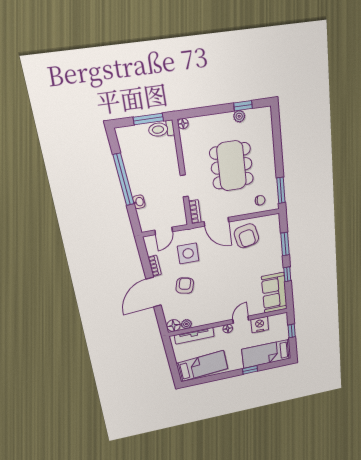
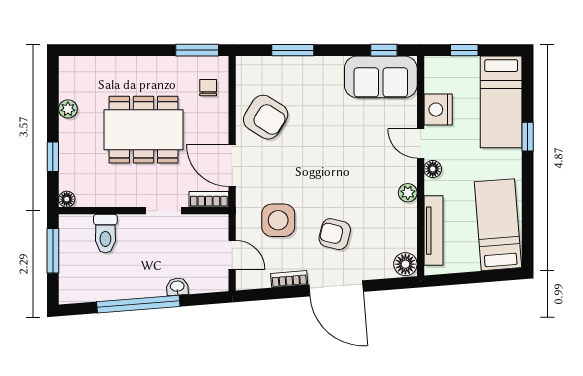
window: (243, 106) -> (53, 157), moved
toilet: (161, 129) -> (105, 233), moved
door: (216, 222) -> (232, 166), swing flipped
armchair: (246, 236) -> (266, 117), turned 44
window: (287, 274) -> (384, 50), moved
plant: (186, 324) -> (408, 193), moved

